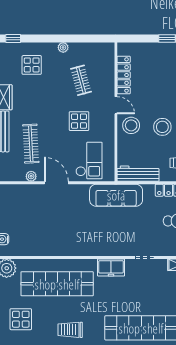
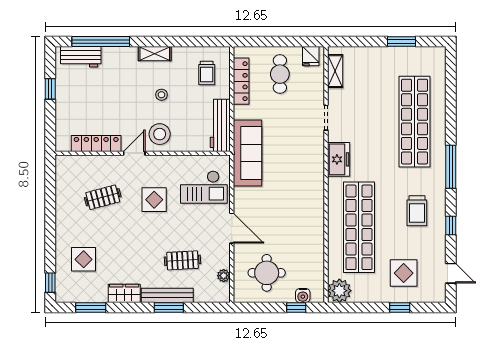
plant: (63, 47) -> (61, 220), removed
stool: (162, 127) -> (161, 95), width x0.53, depth x0.53
clothes rail: (31, 144) -> (183, 260), width x0.73
checkout: (89, 160) -> (204, 187), turned 180
plant: (31, 176) -> (224, 276), moved
door: (56, 183) -> (232, 228), swing flipped
round table: (21, 210) -> (267, 273), added

